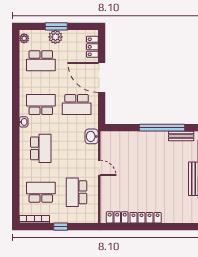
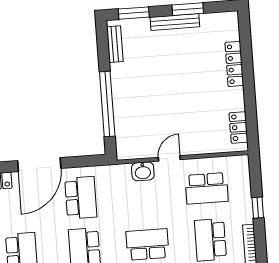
window: (162, 128) -> (107, 104), moved
washbasin: (92, 136) -> (143, 171), moved
locker: (146, 218) -> (234, 64), moved

